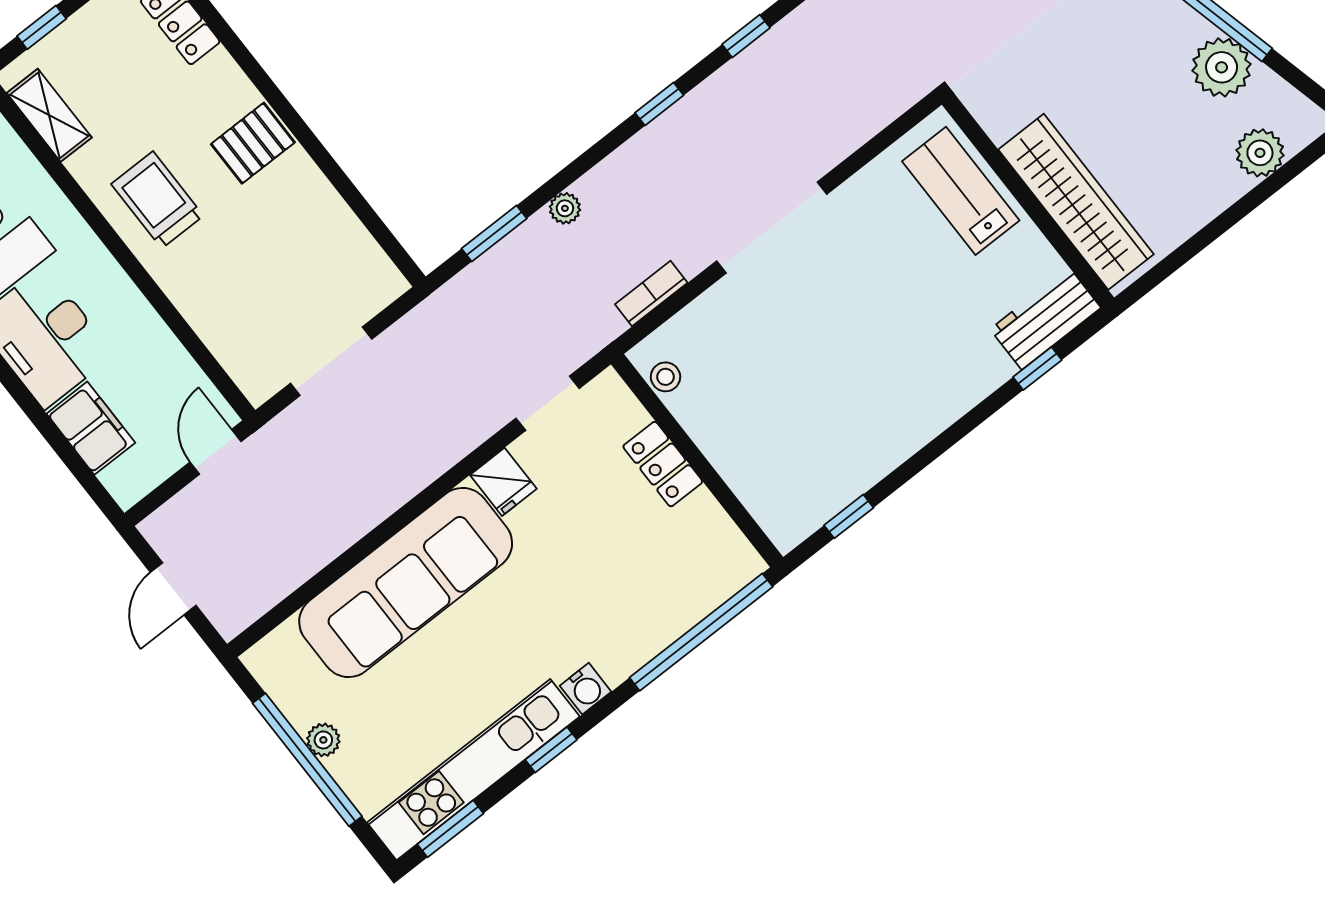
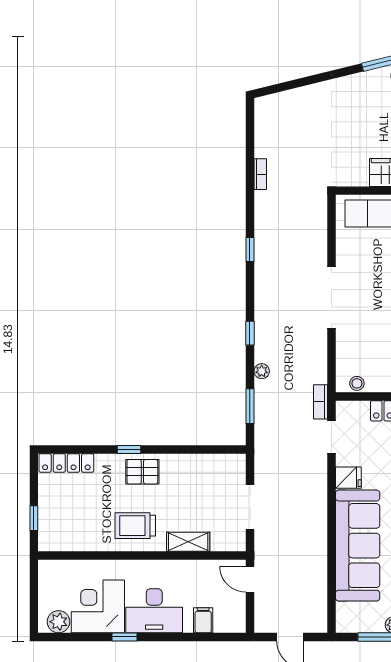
window: (272, 94) -> (129, 450), added
window: (659, 104) -> (250, 333), moved
shelving: (49, 115) -> (188, 542), moved
pallet: (253, 143) -> (142, 472), turned 90
bookcase: (651, 293) -> (320, 402), moved
filing cabinet: (91, 428) -> (203, 620), width x0.50

